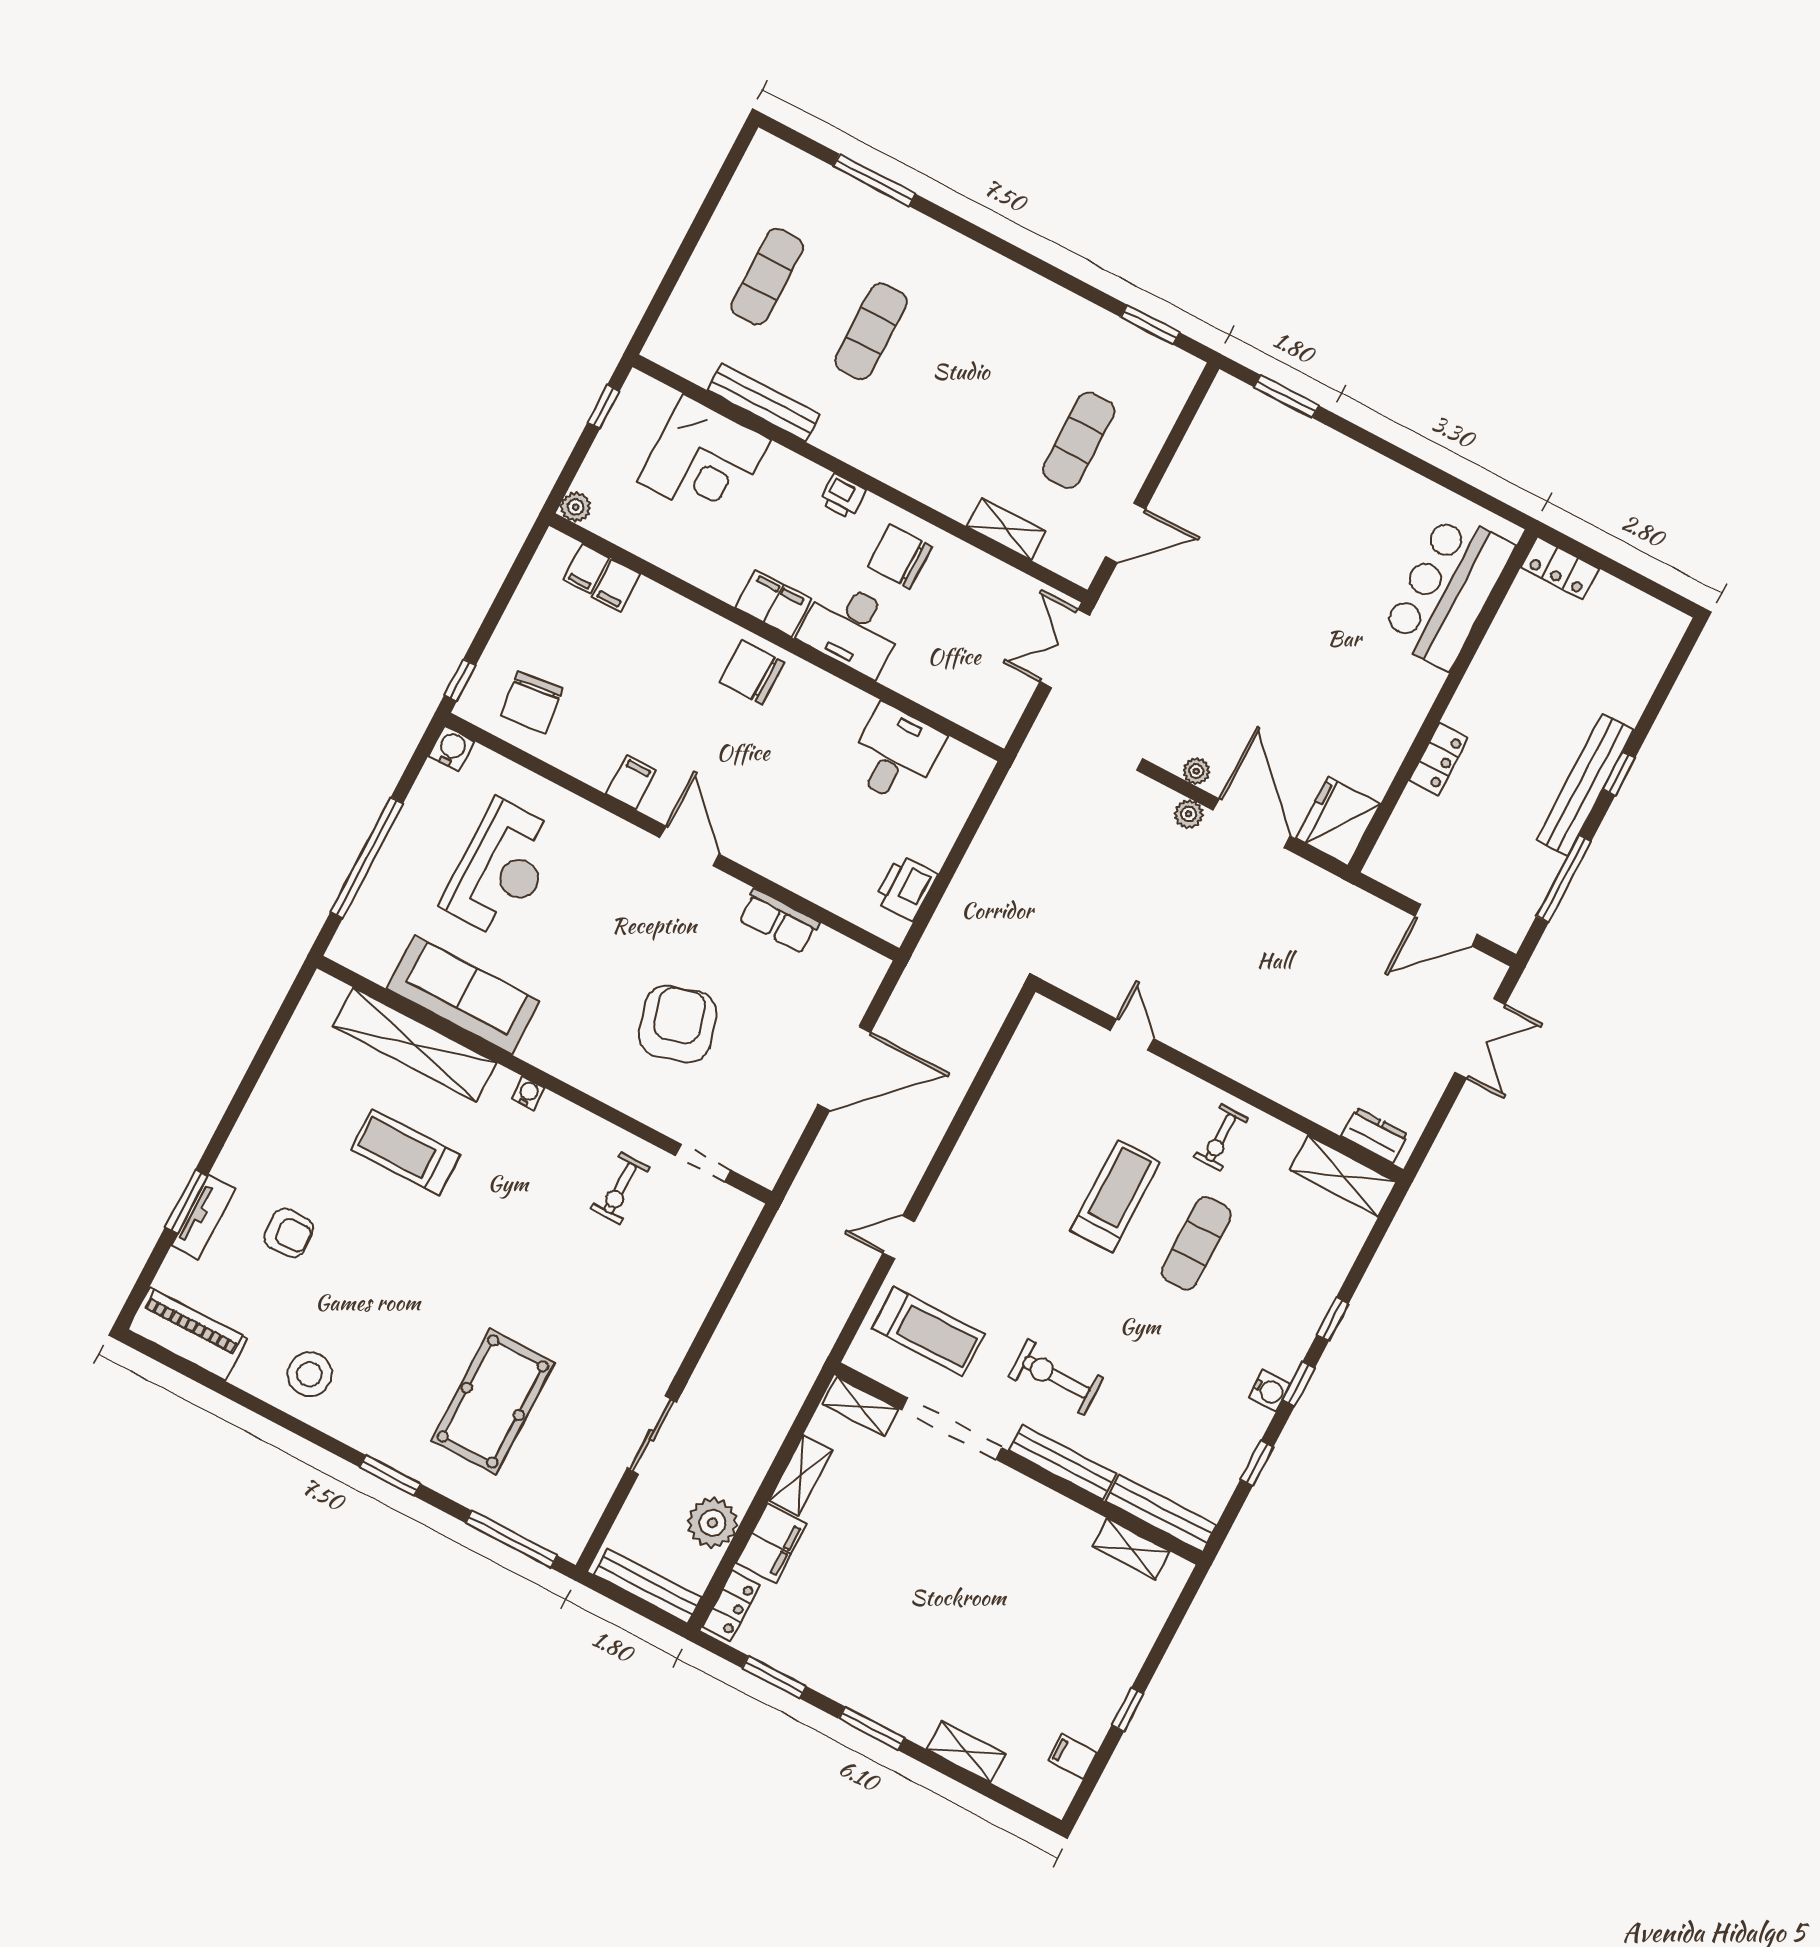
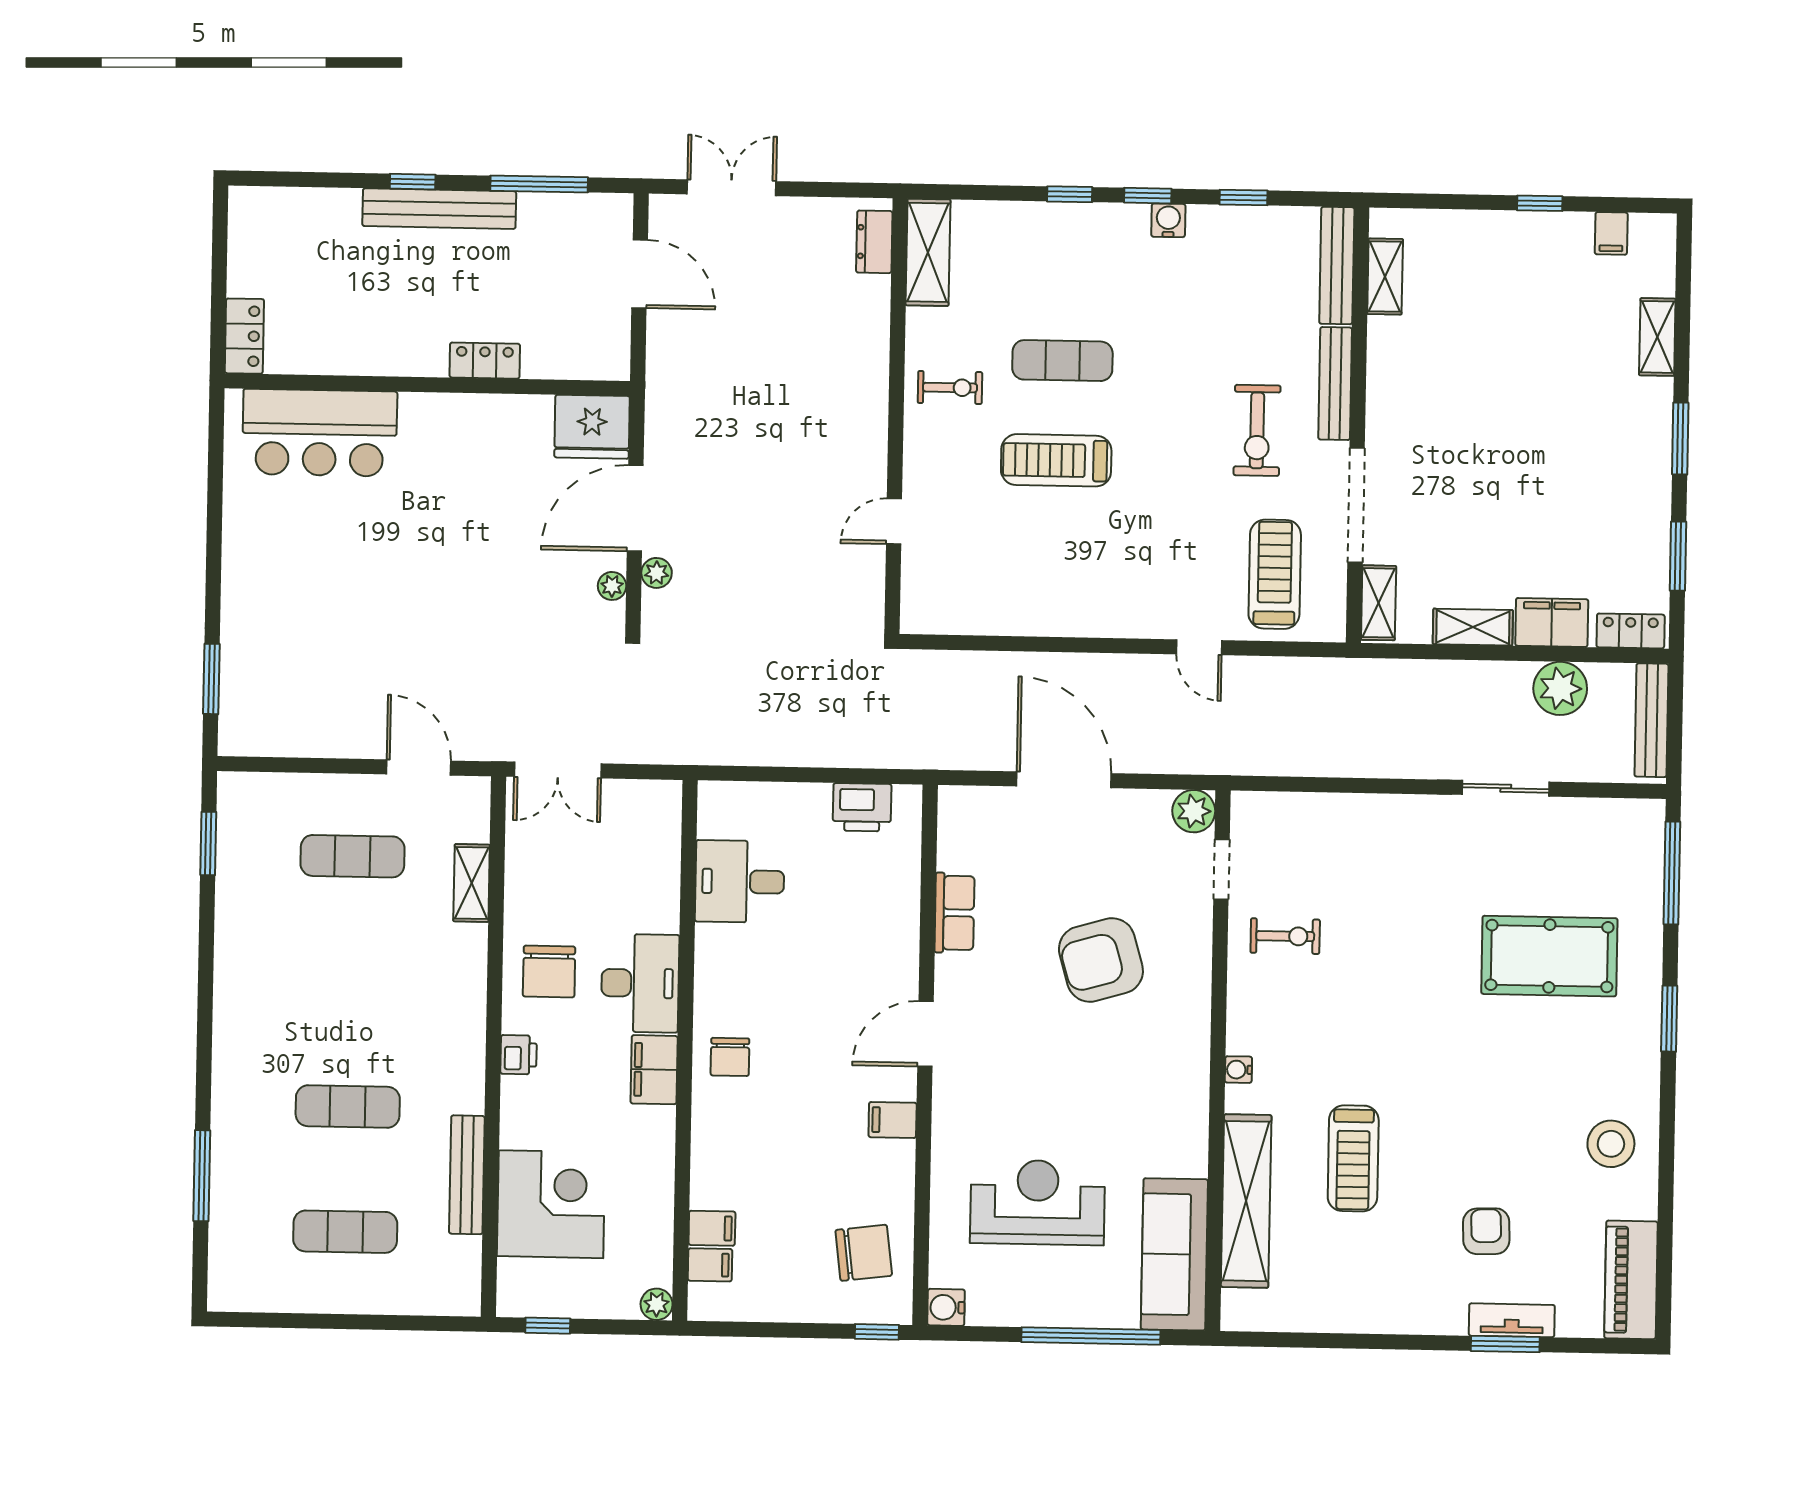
chair: (752, 672) -> (730, 1057), width x0.73, depth x0.73
sofa: (463, 995) -> (1174, 1254), moved
plant: (763, 1164) -> (1194, 811), added

